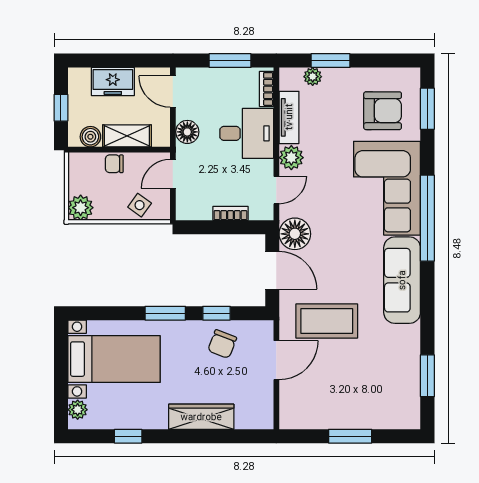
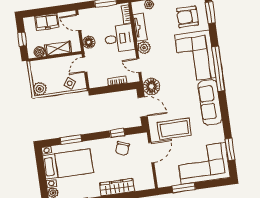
armchair: (383, 111) -> (187, 17), turned 180
chair: (114, 164) -> (54, 64), removed
door: (276, 190) -> (139, 65), swing flipped
window: (165, 313) -> (71, 140), moved
corner sofa: (373, 395) -> (203, 164), added
window: (350, 436) -> (184, 188), moved

